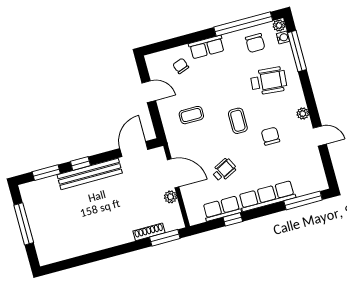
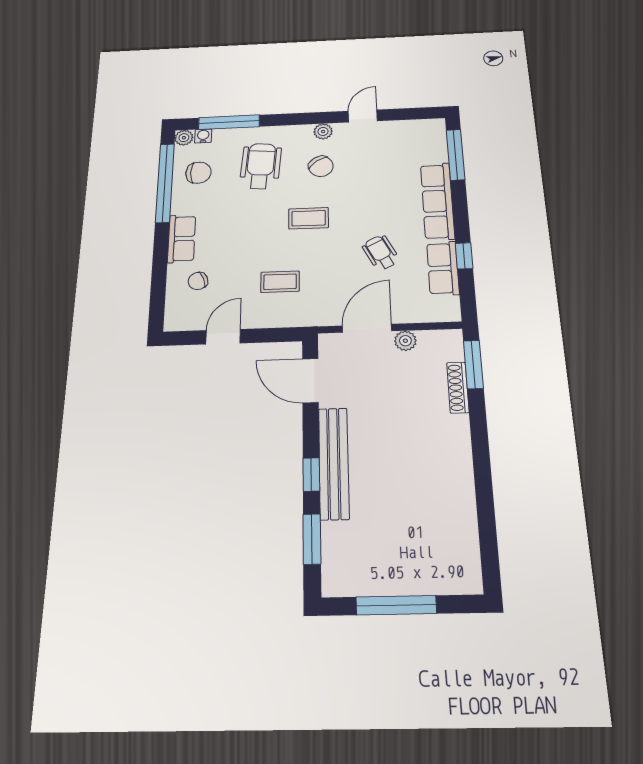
coffee table: (191, 115) -> (280, 282), turned 90
chair: (270, 136) -> (321, 166), moved, turned -125

